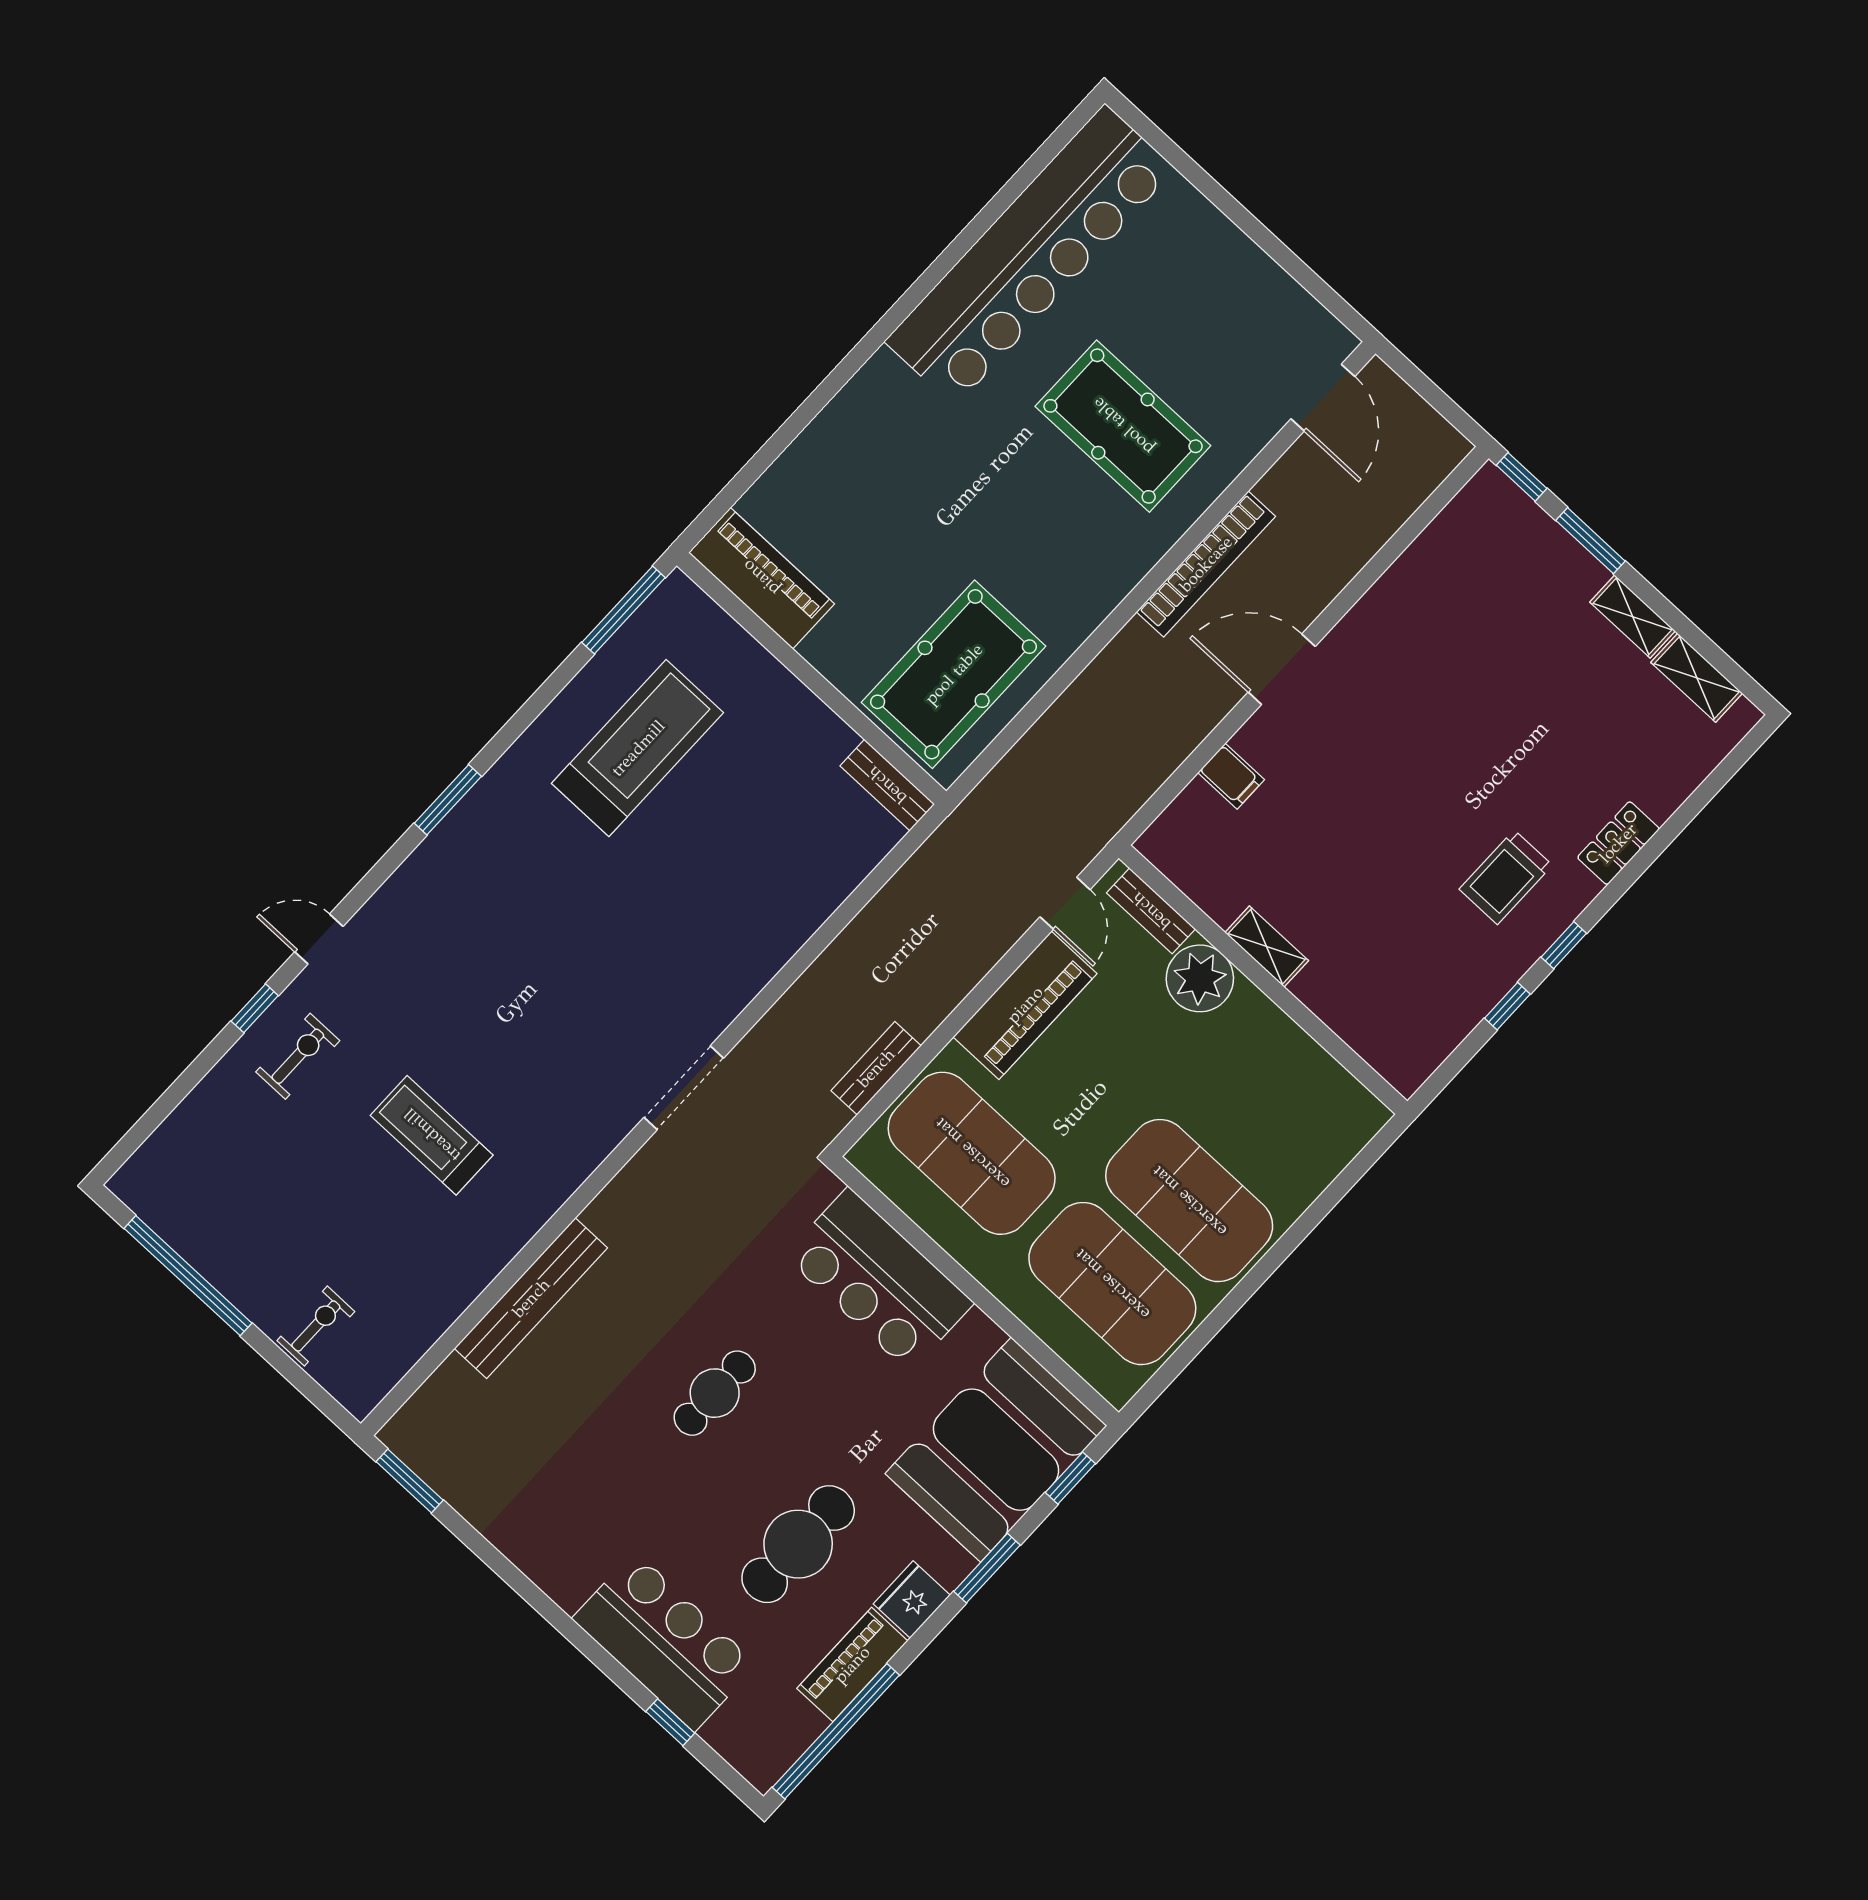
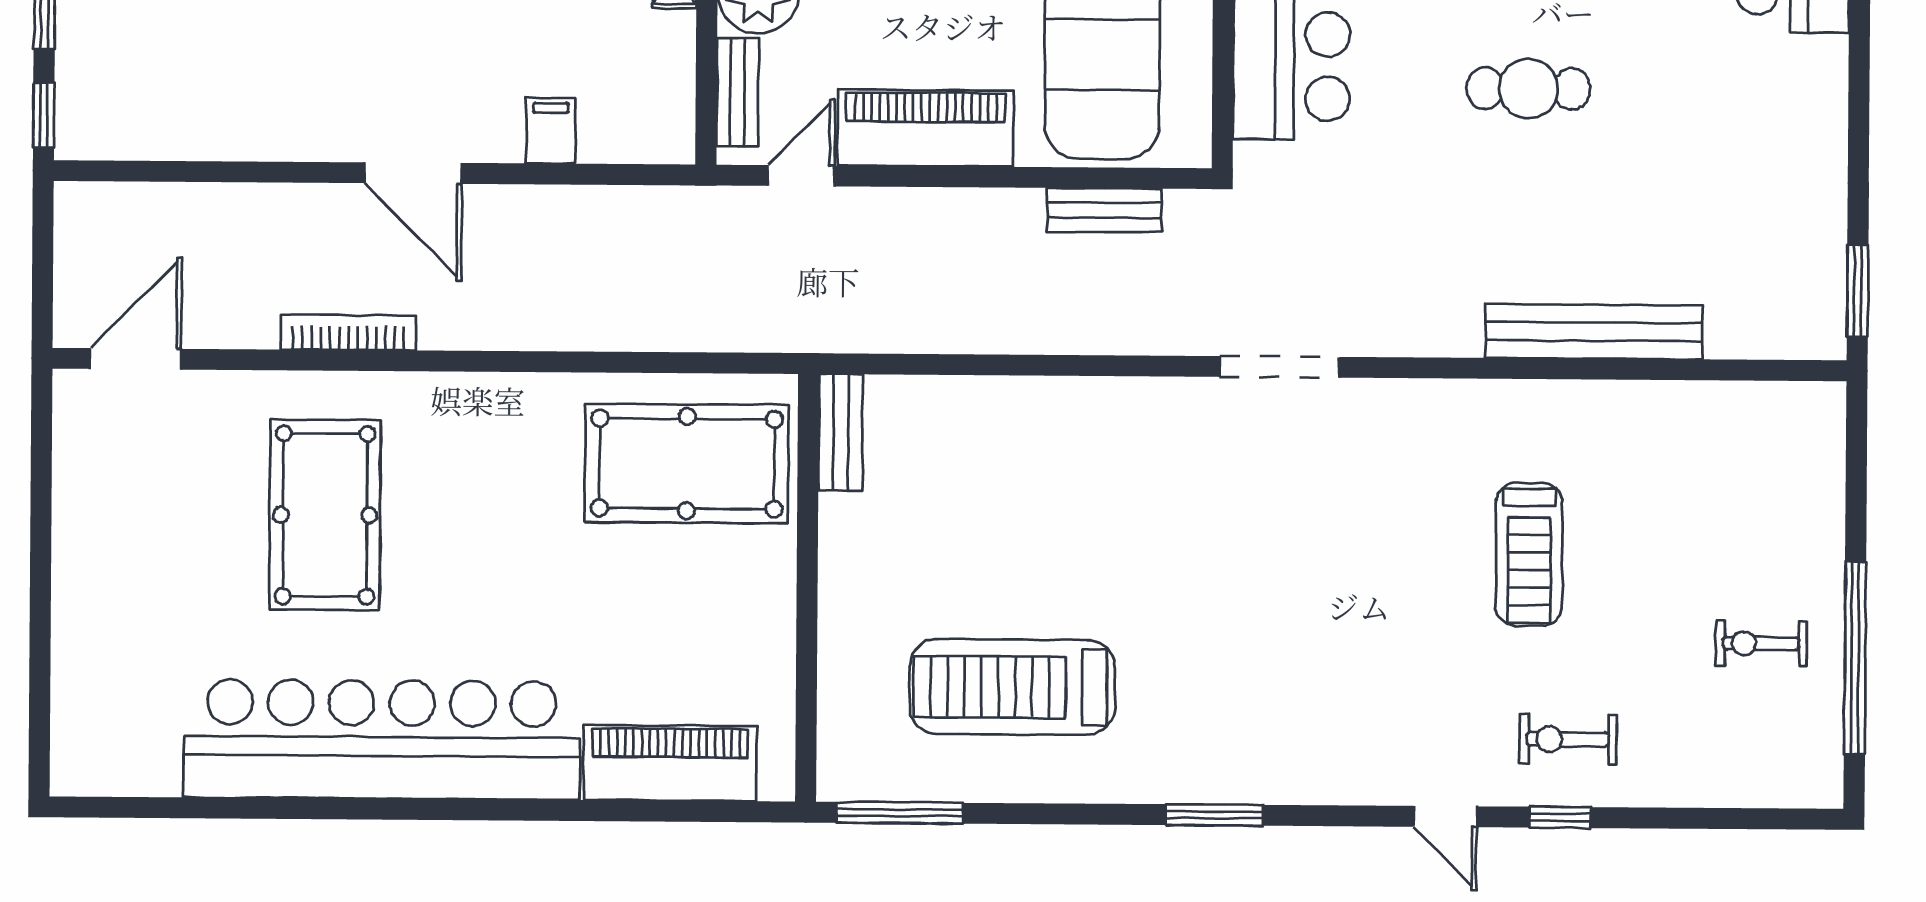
bar counter: (1030, 255) -> (382, 740), moved
bookcase: (1206, 564) -> (348, 333), width x0.68, depth x0.76
piano: (761, 578) -> (670, 763), moved, turned 90
exercise bike: (316, 1326) -> (1761, 643), moved

